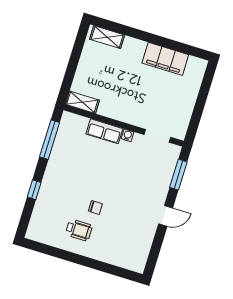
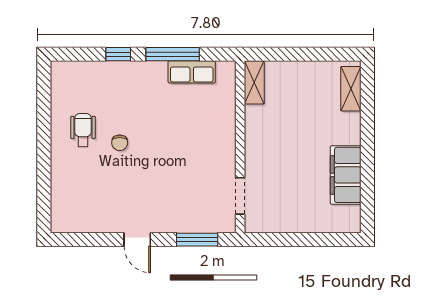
row of seats: (104, 131) -> (192, 72), moved, turned -90
water cooler: (128, 135) -> (229, 156), removed
window: (50, 140) -> (173, 54), moved
wheelchair: (79, 230) -> (83, 130), turned 180

